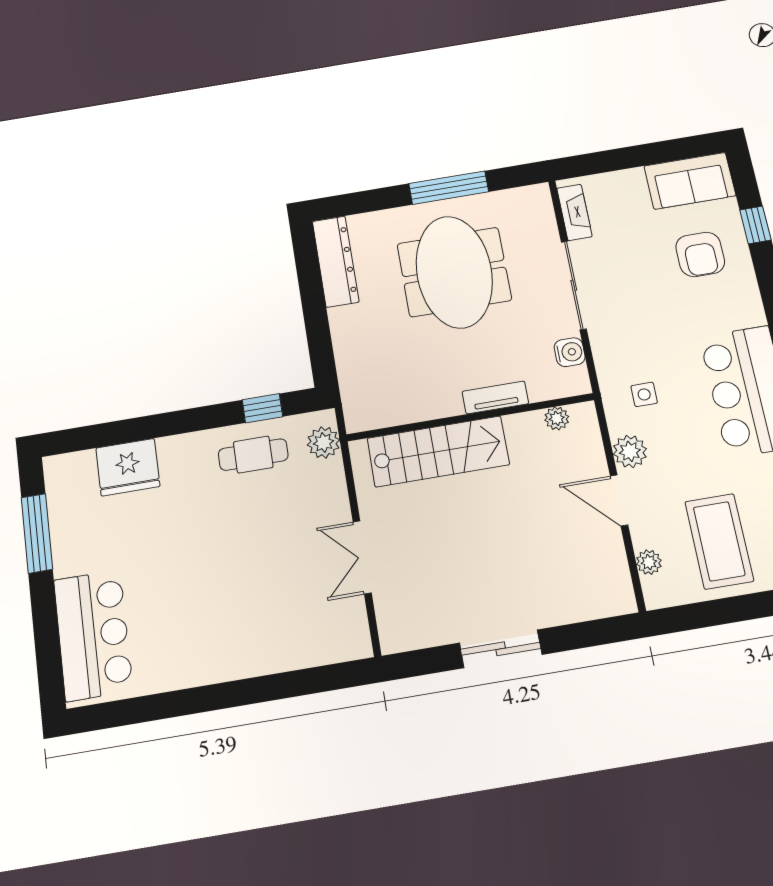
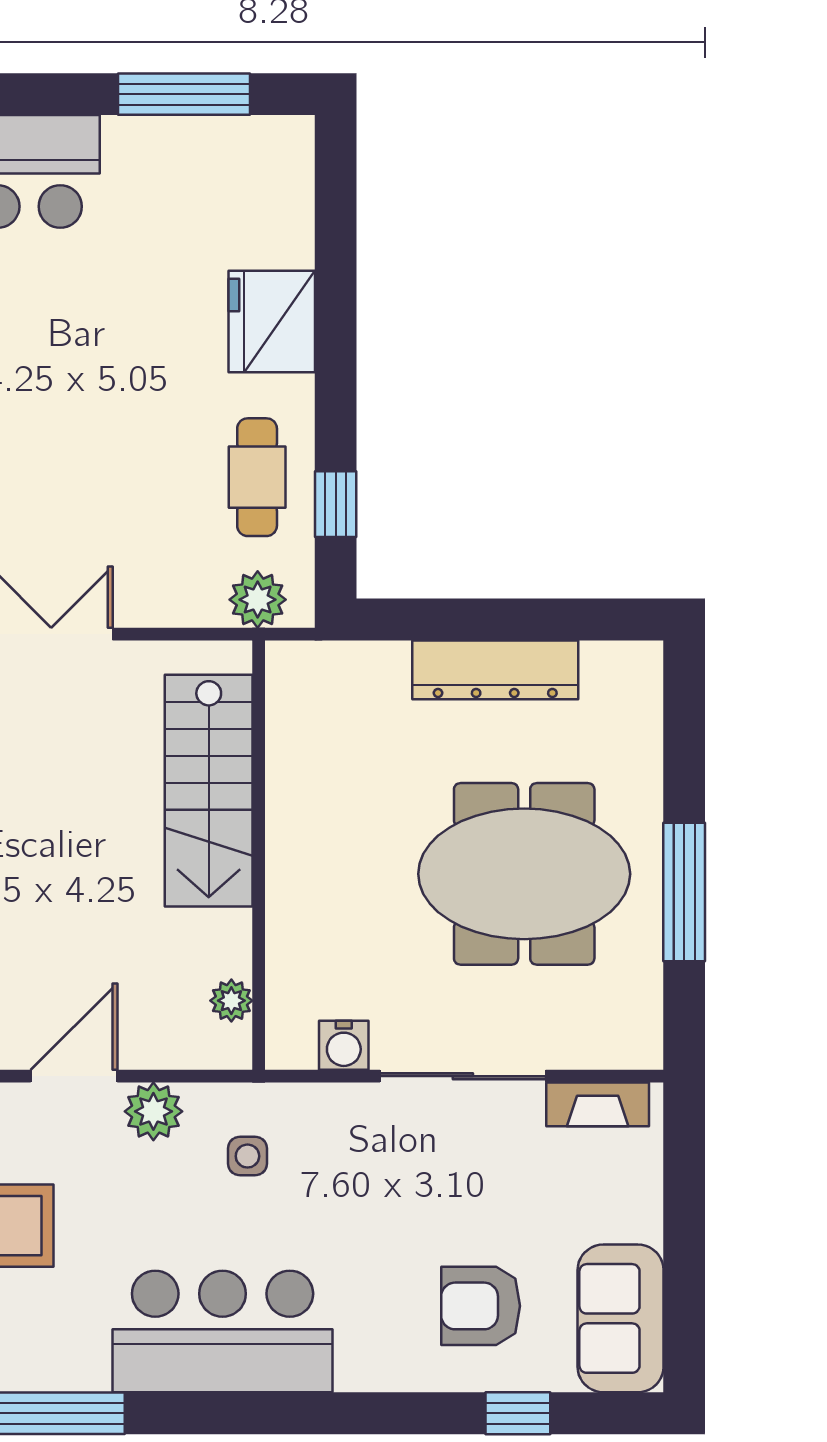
dresser: (336, 261) -> (495, 670), moved
tv unit: (495, 398) -> (286, 904), removed
fridge: (128, 467) -> (272, 321), moved

